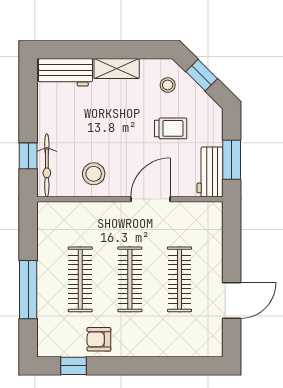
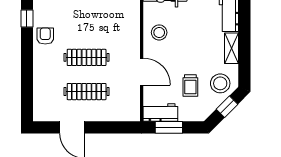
stool: (168, 85) -> (220, 83), width x1.89, depth x1.89
clothes rail: (80, 279) -> (87, 23), removed

